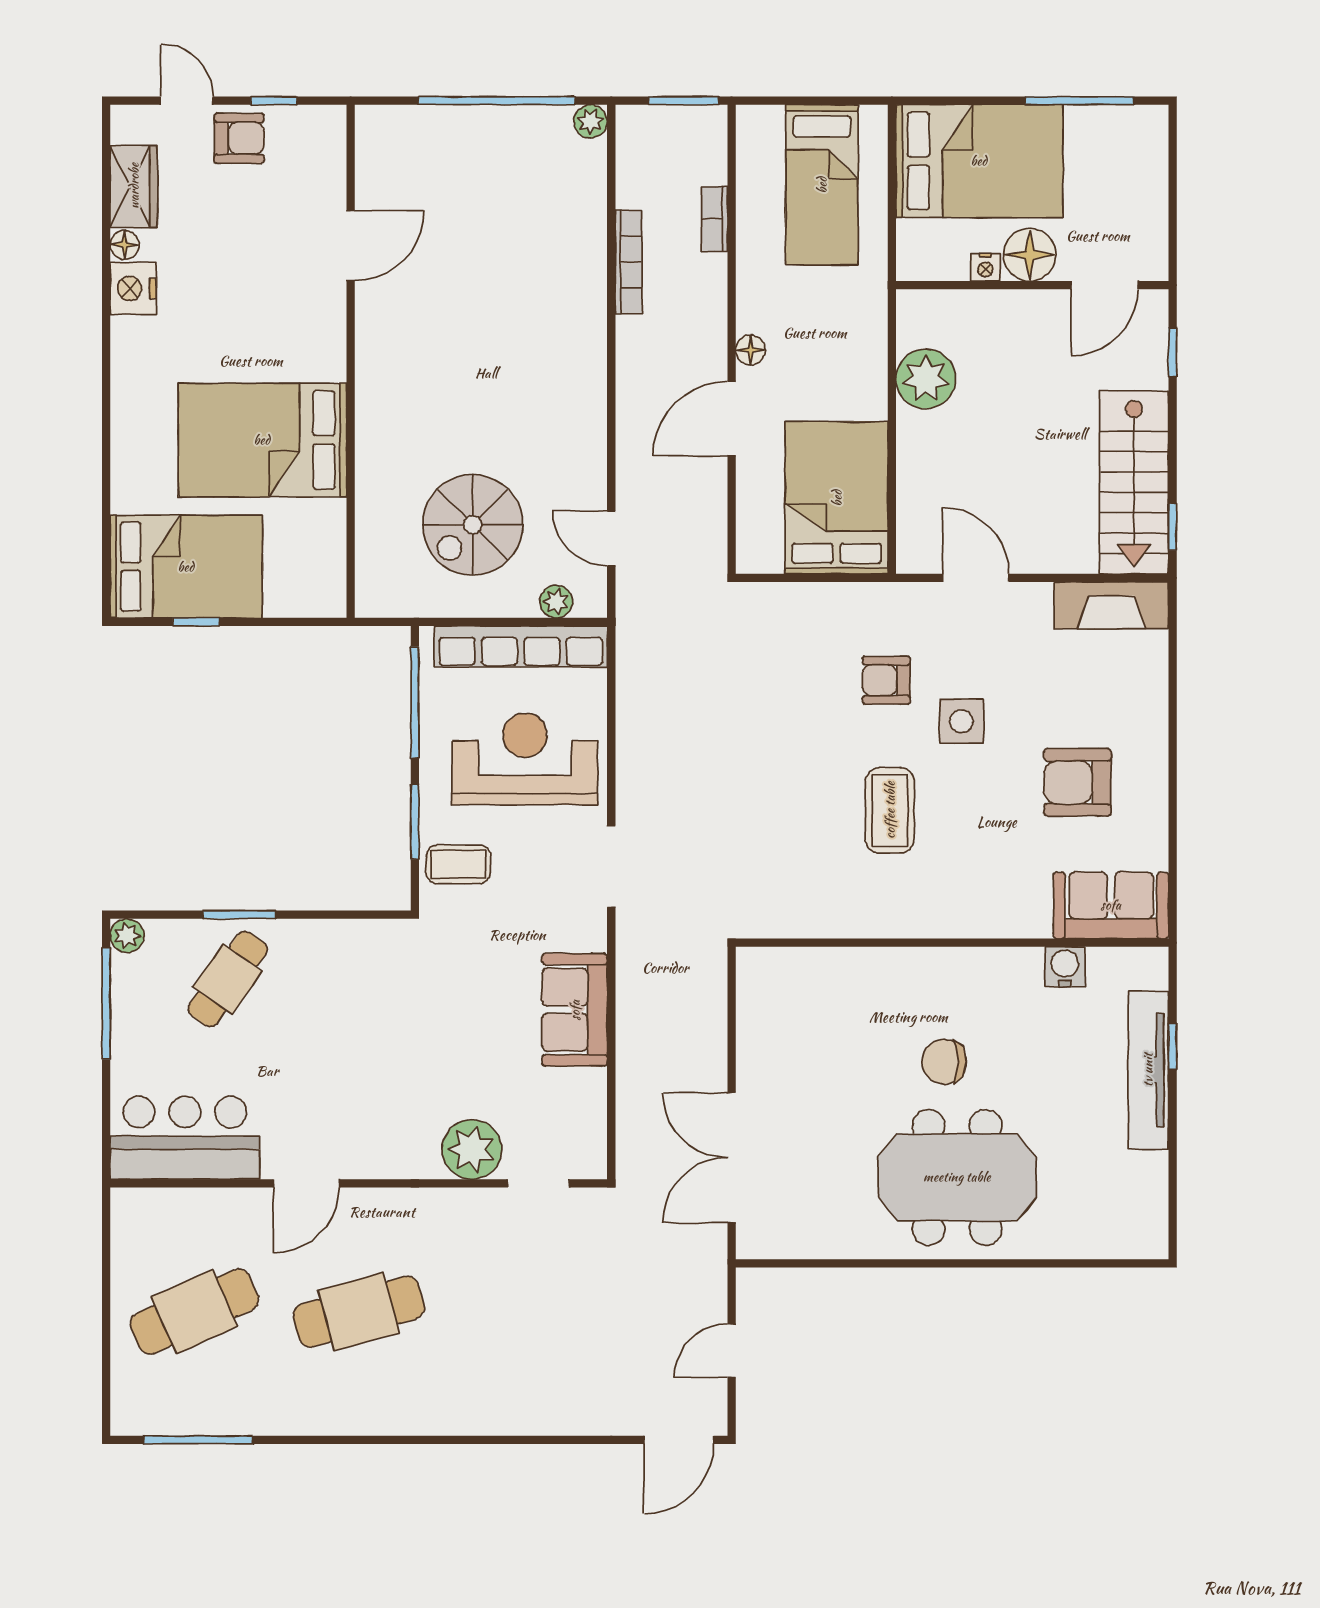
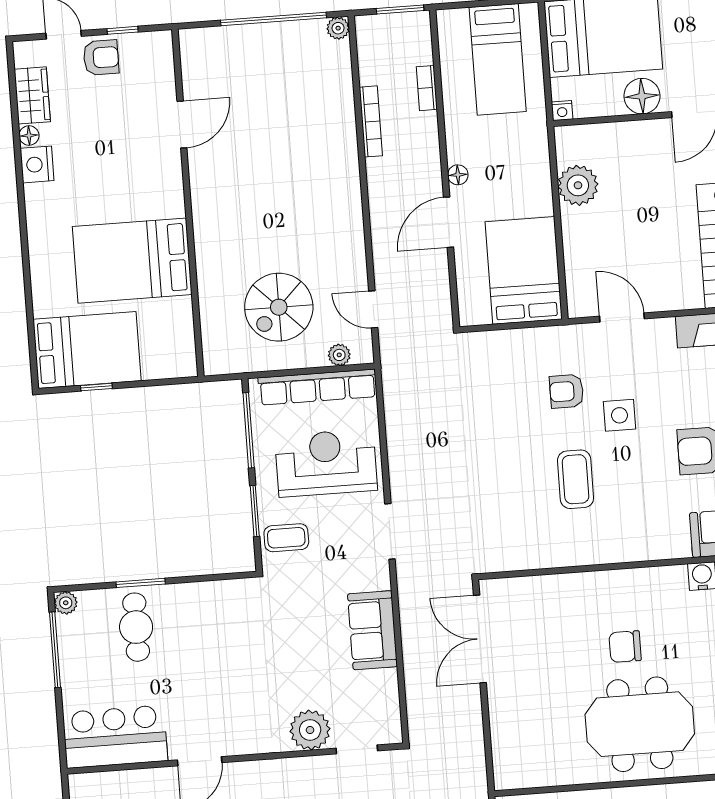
nightstand: (985, 267) -> (562, 111), moved
cafe table: (228, 979) -> (136, 627), turned -35
double door: (732, 1158) -> (480, 639), moved

